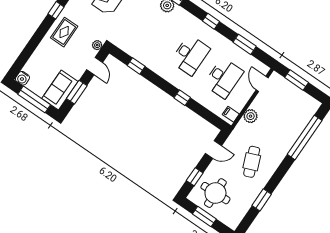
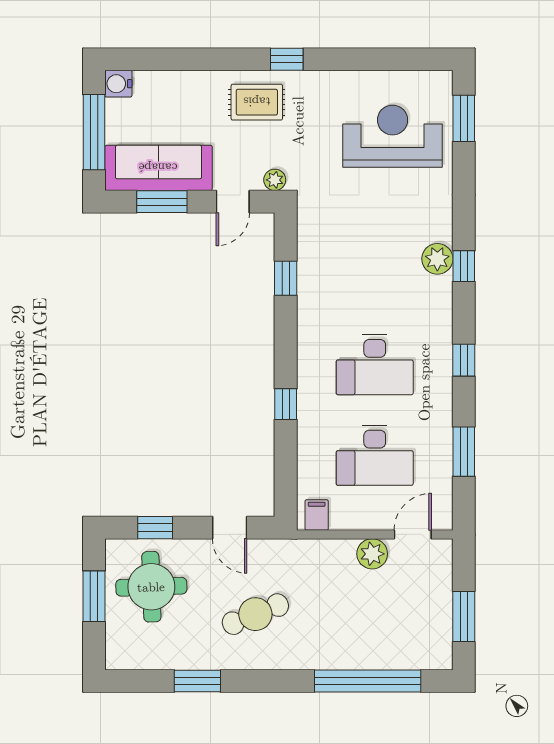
window: (297, 80) -> (464, 616), moved
sofa: (60, 90) -> (158, 168), width x1.36
plant: (251, 116) -> (372, 554), moved

